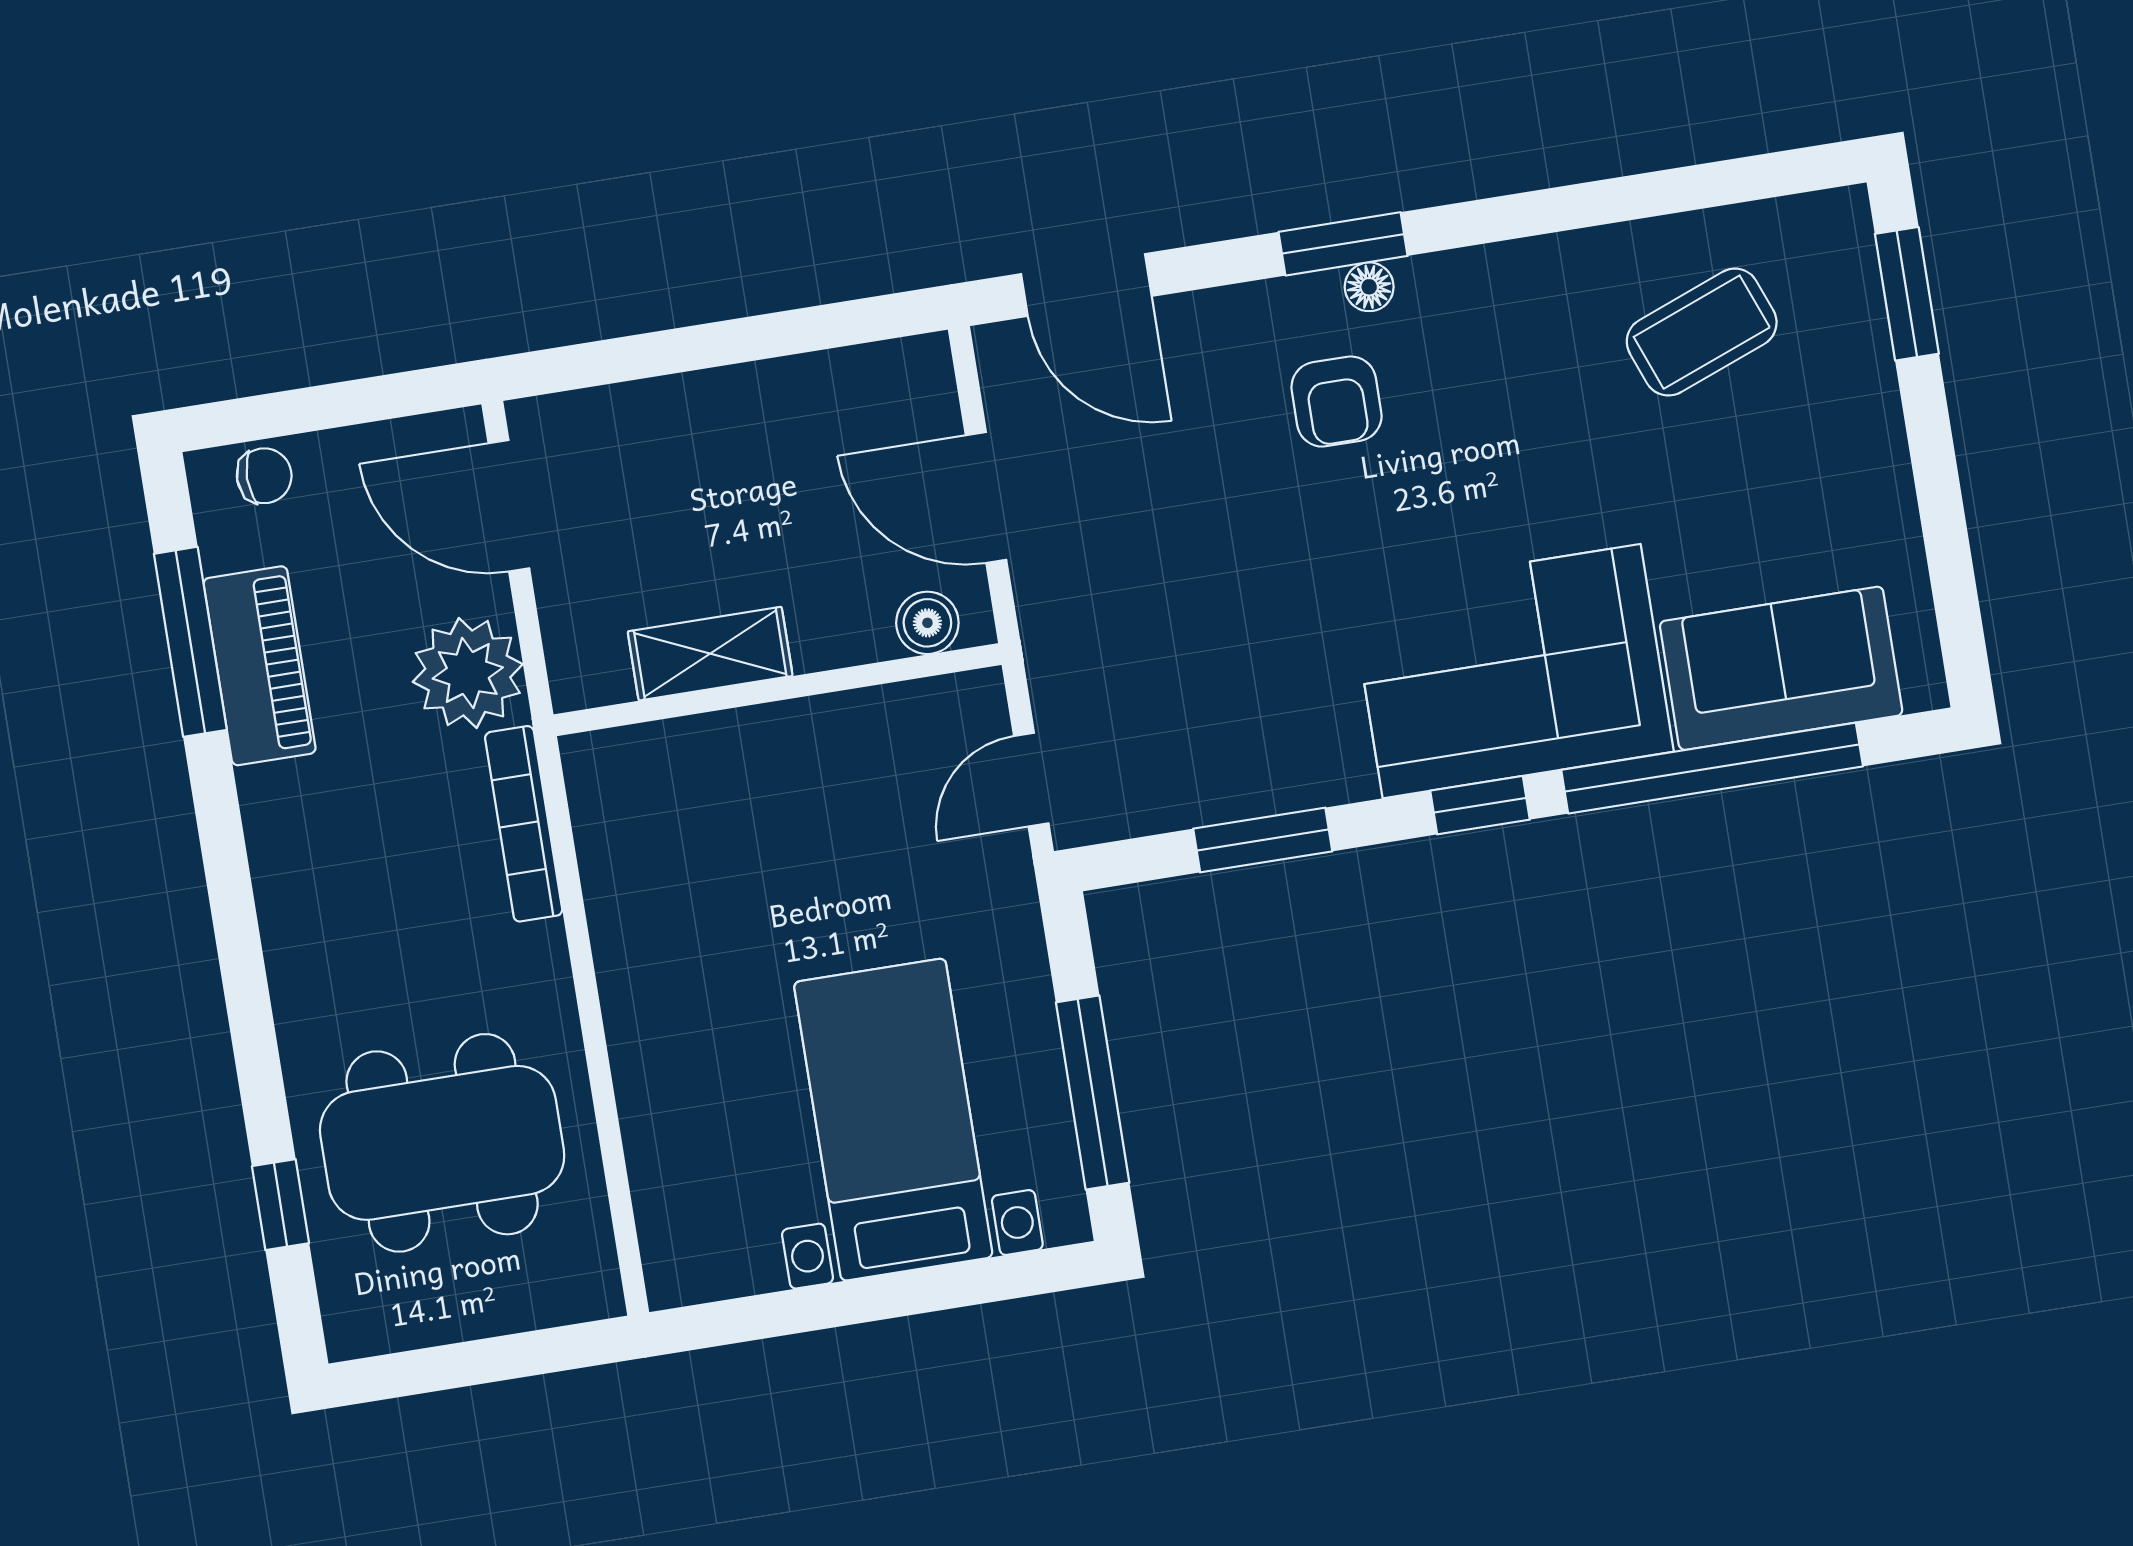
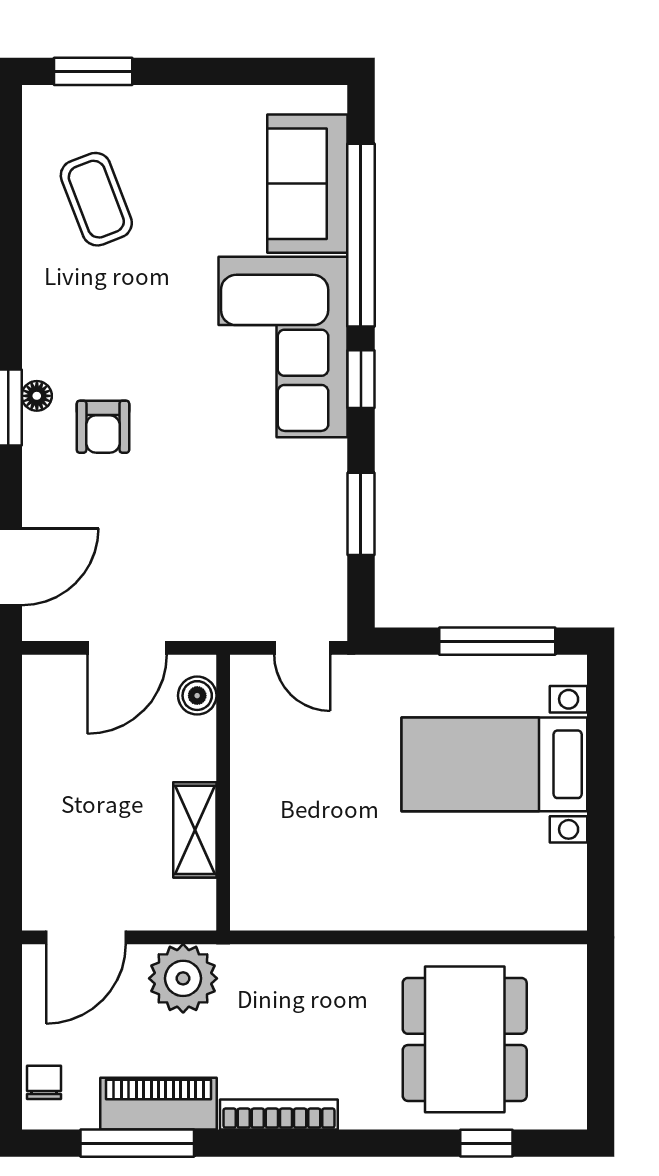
armchair: (1337, 402) -> (103, 427), turned 90
bookcase: (524, 824) -> (279, 1115), moved, turned 180

